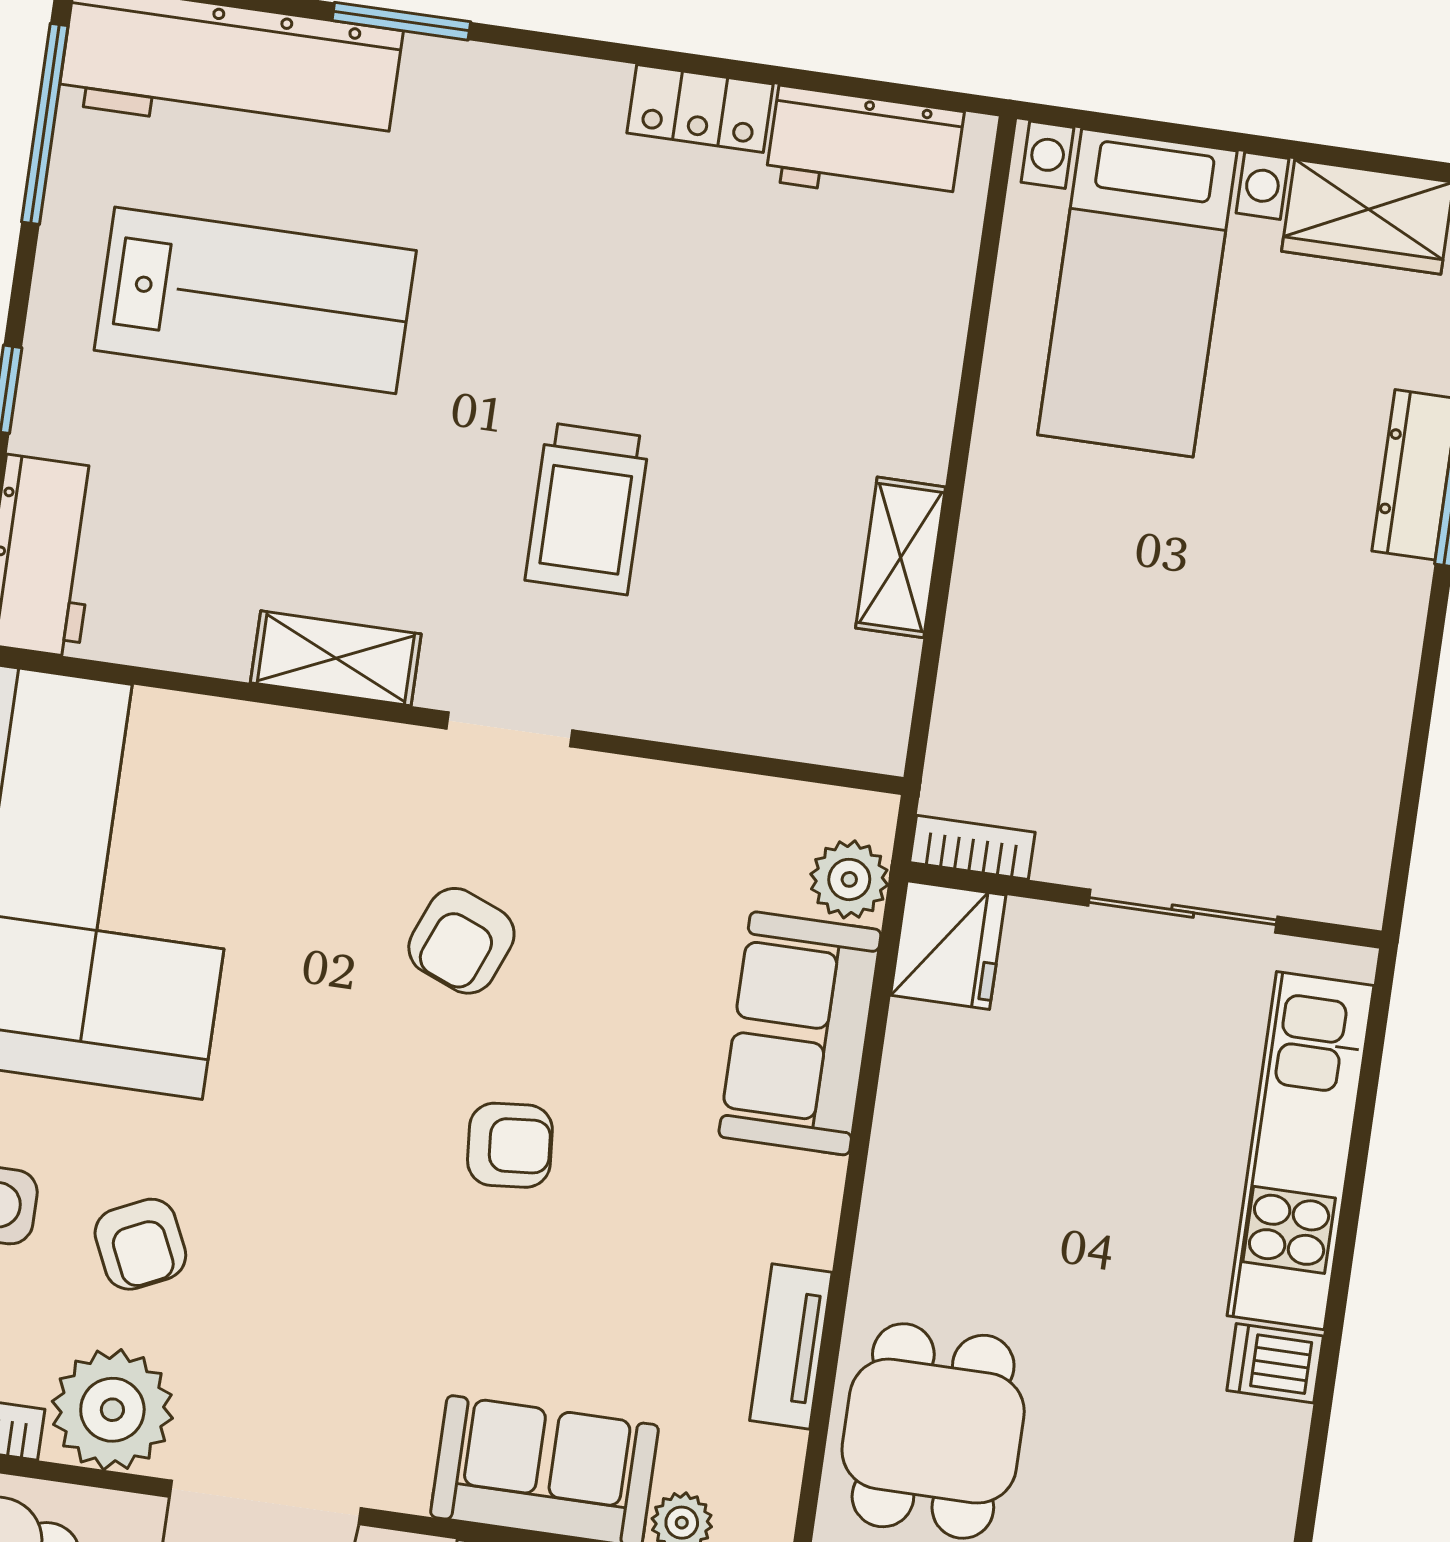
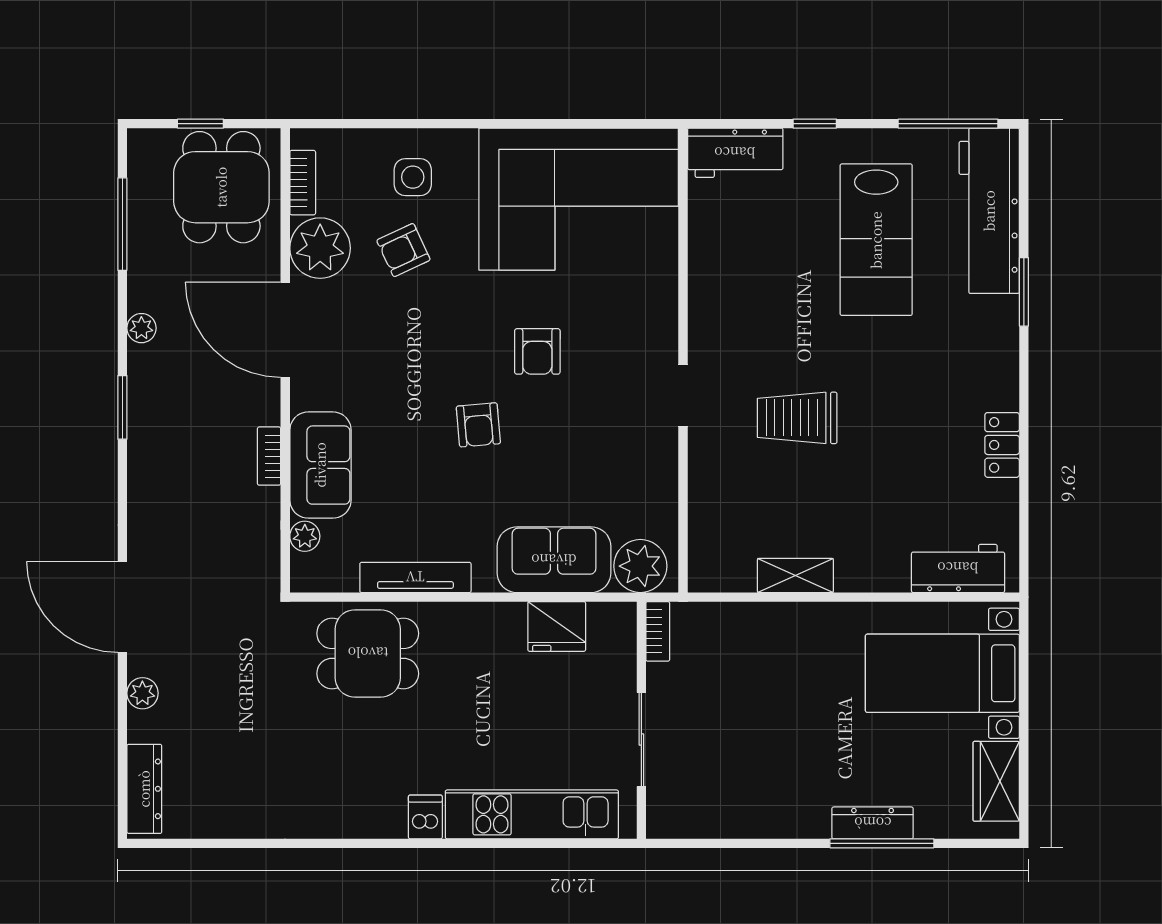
workbench: (865, 146) -> (958, 568), moved, turned 90
shelving: (336, 658) -> (706, 305), removed
plant: (849, 879) -> (640, 566), width x1.36, depth x1.36
armchair: (461, 941) -> (537, 351), moved, turned -112
fridge: (948, 945) -> (557, 626), moved
tv unit: (791, 1346) -> (415, 577), width x1.41

